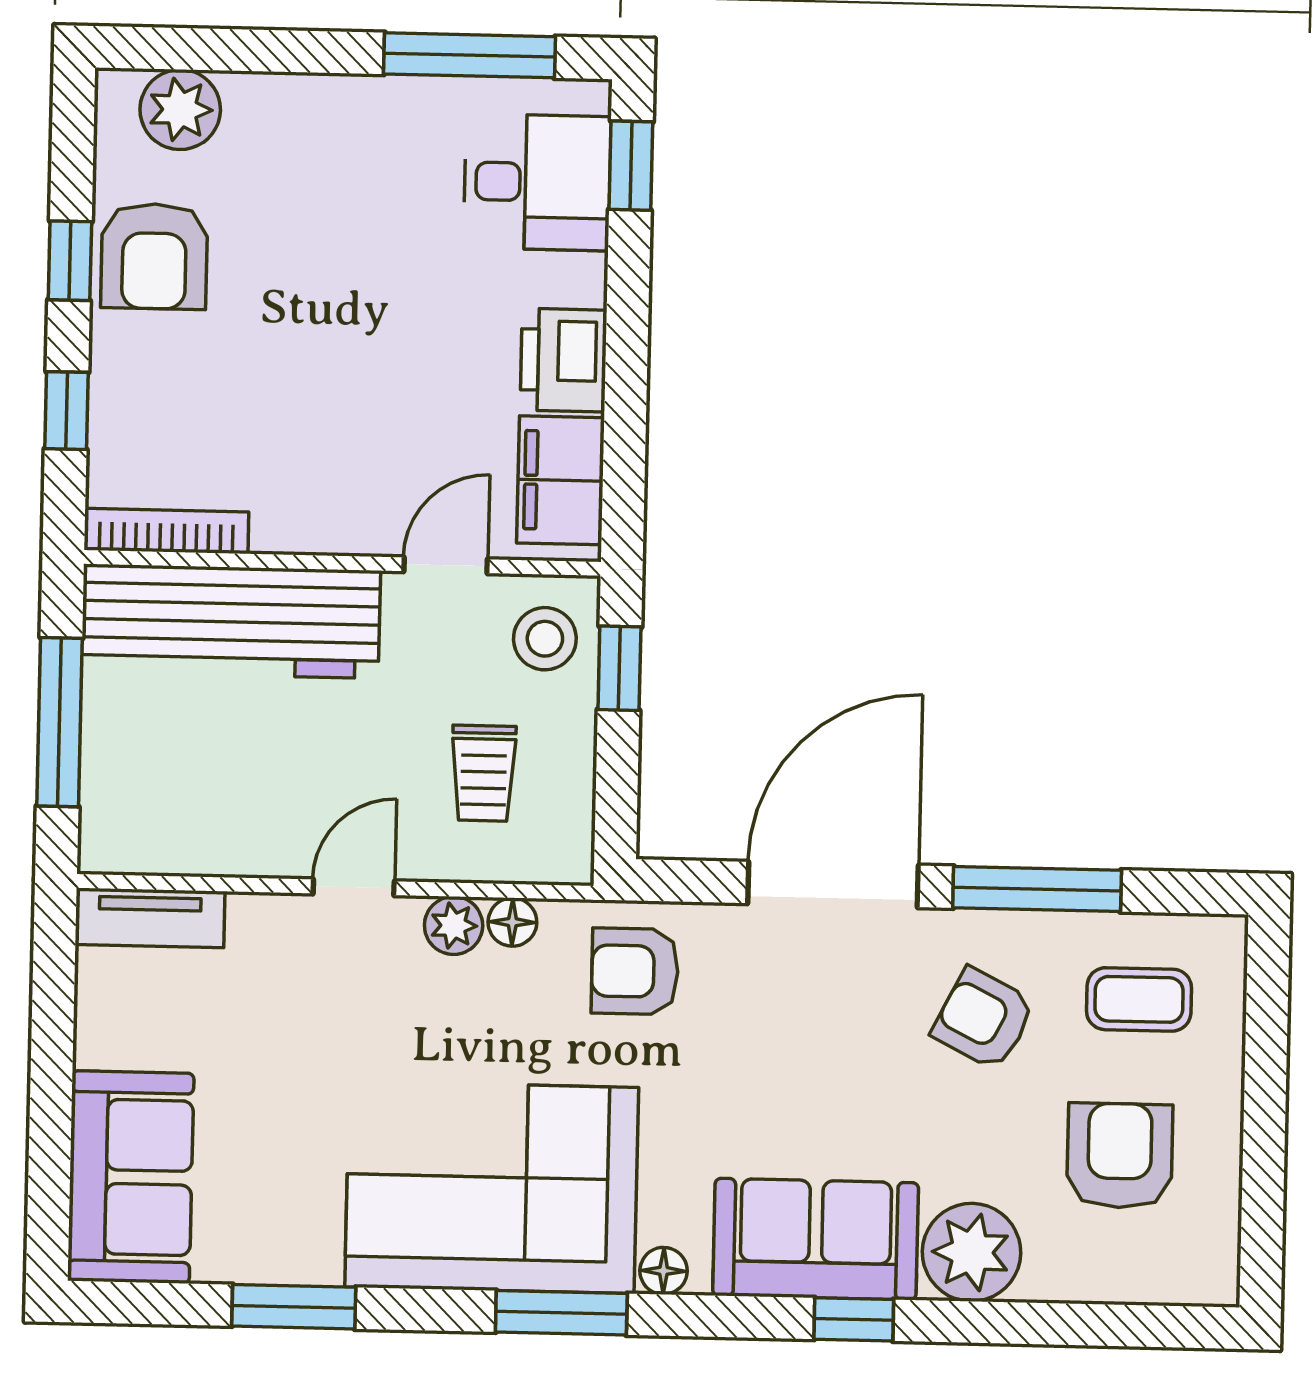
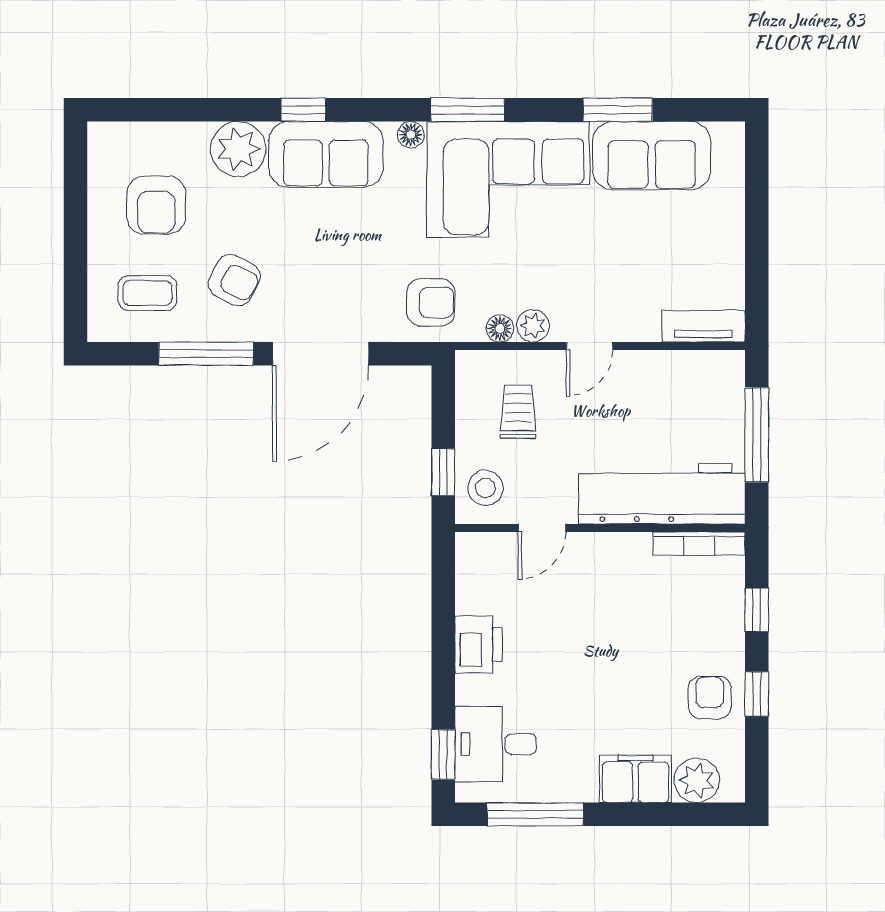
armchair: (154, 256) -> (710, 698), width x0.72, depth x0.72
filing cabinet: (561, 480) -> (635, 779), moved, turned -90
sofa: (131, 1177) -> (652, 156), moved, turned -90

